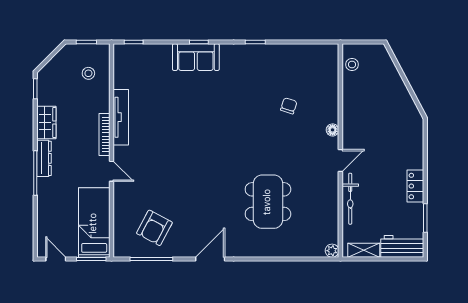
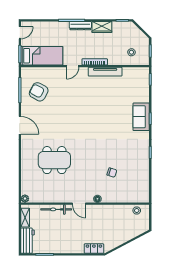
locker: (415, 186) -> (94, 249), moved

